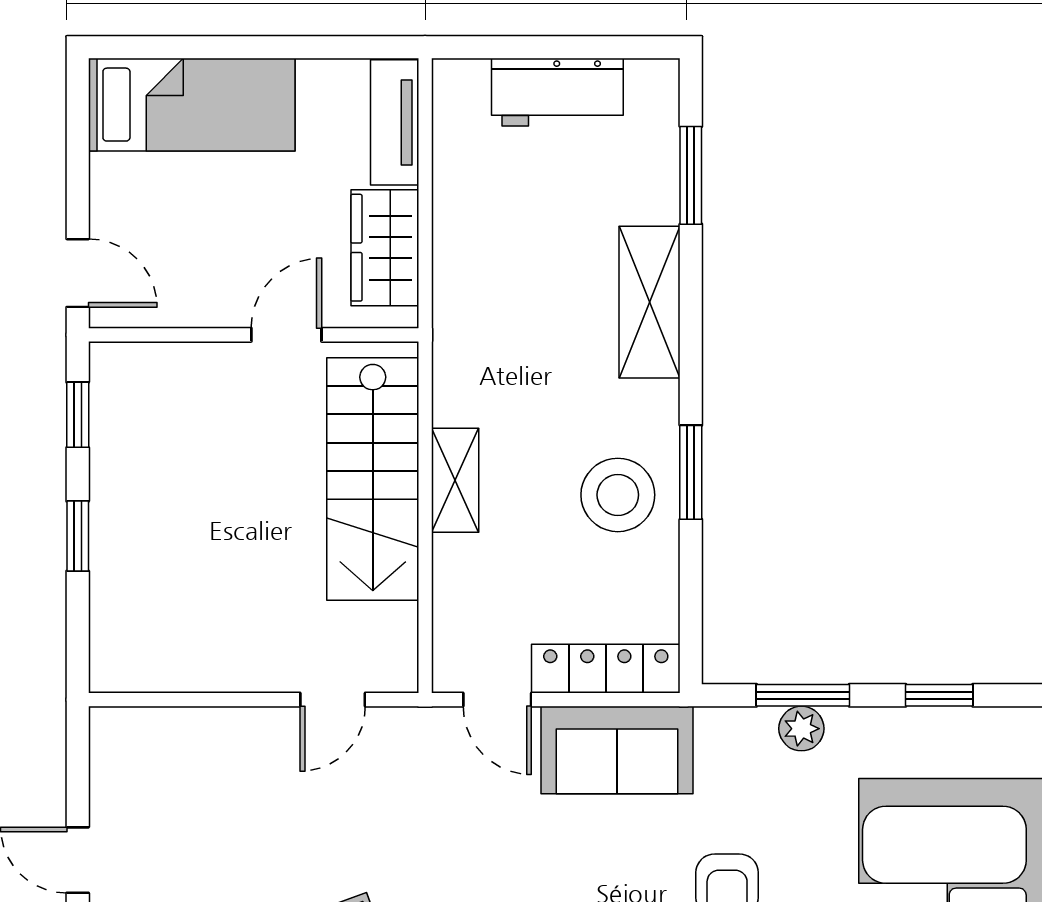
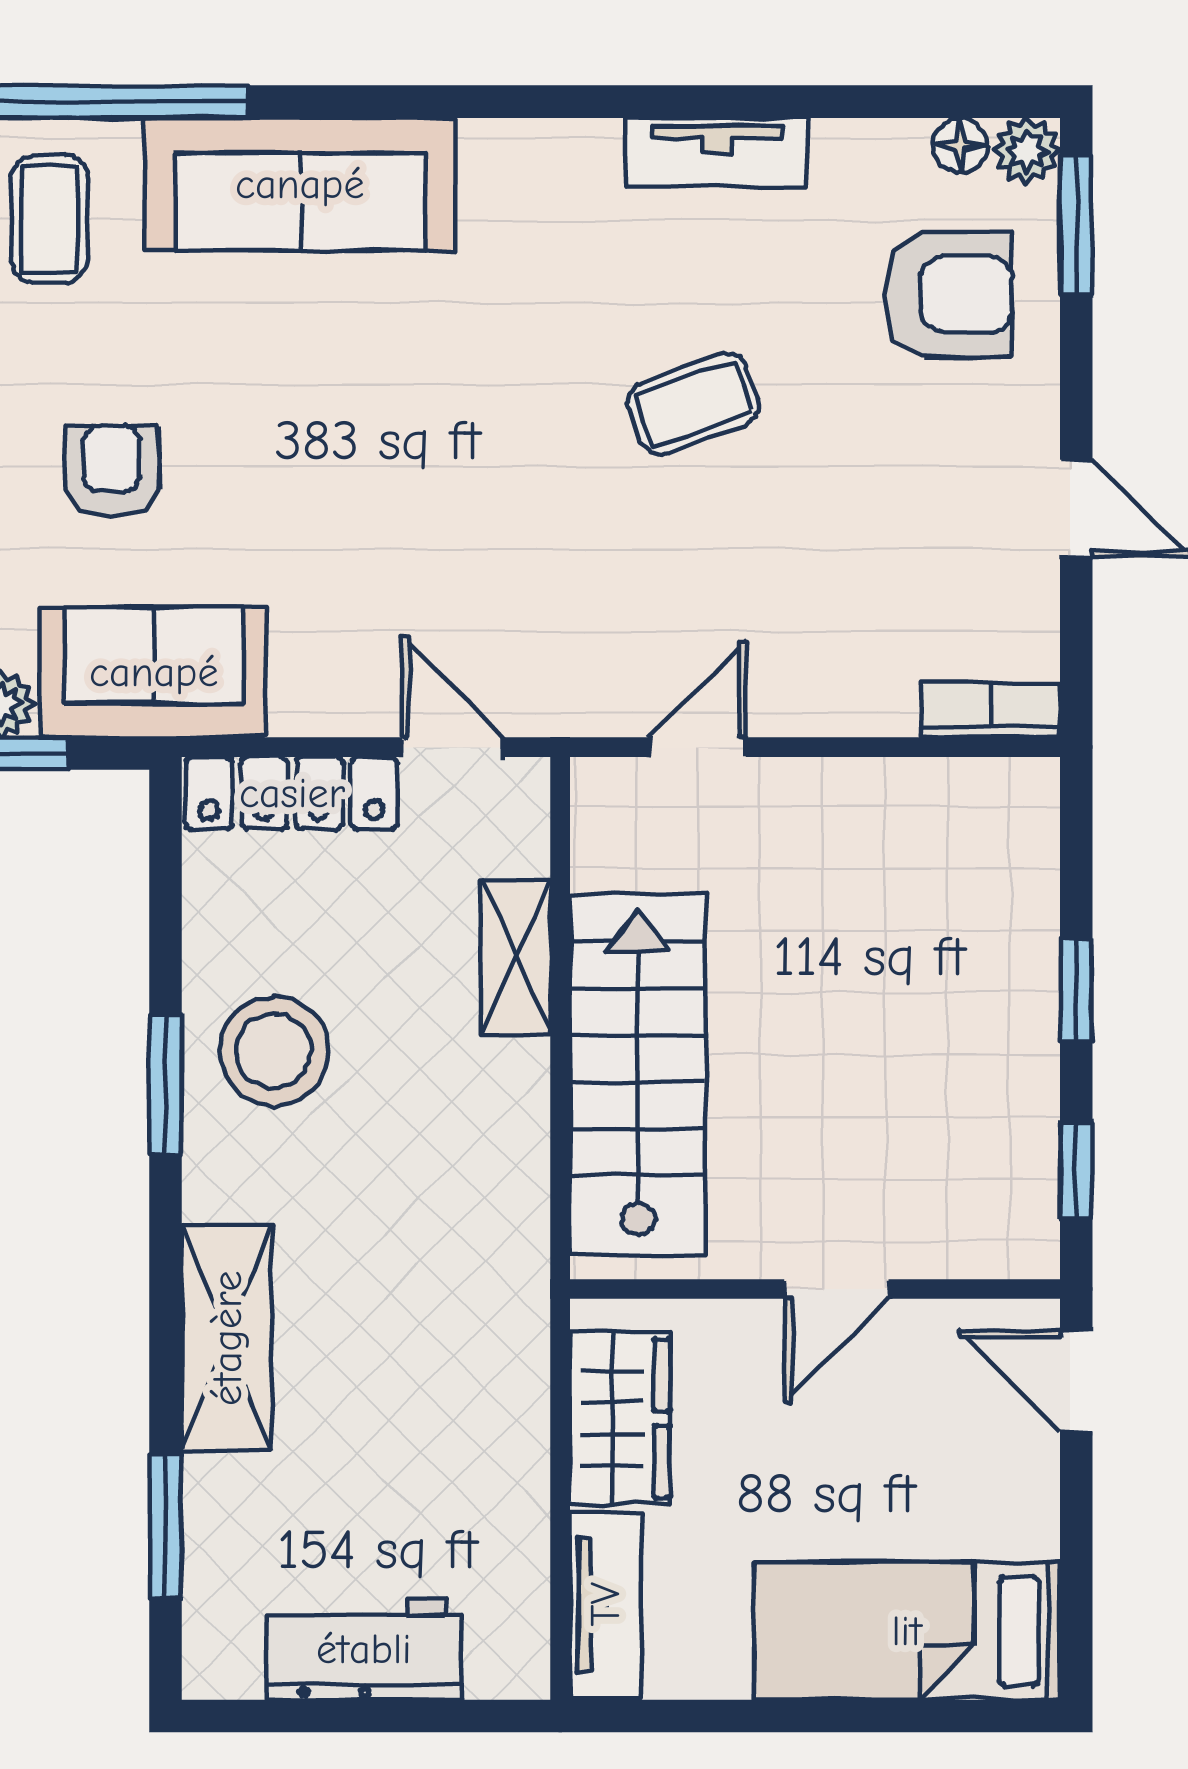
door: (286, 335) -> (836, 1289), moved
shelving: (455, 480) -> (516, 957), moved
bookcase: (135, 725) -> (991, 710), added
sofa: (617, 750) -> (154, 672), moved

